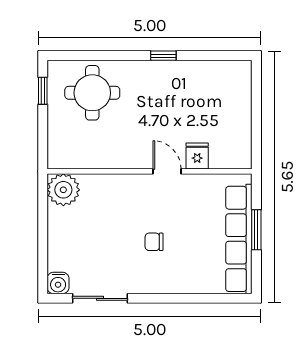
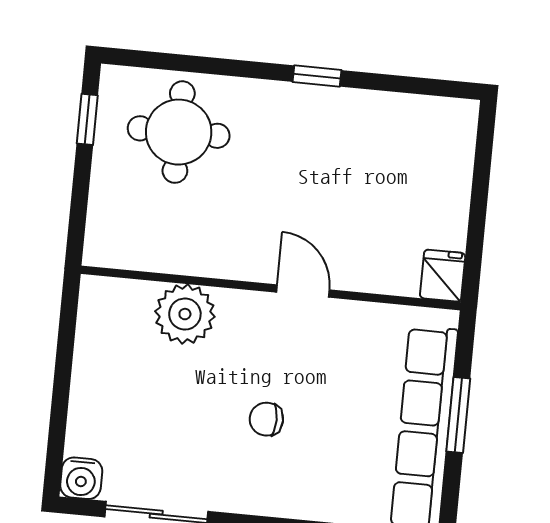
fridge: (197, 156) -> (443, 276), moved
plant: (63, 190) -> (185, 314), moved

